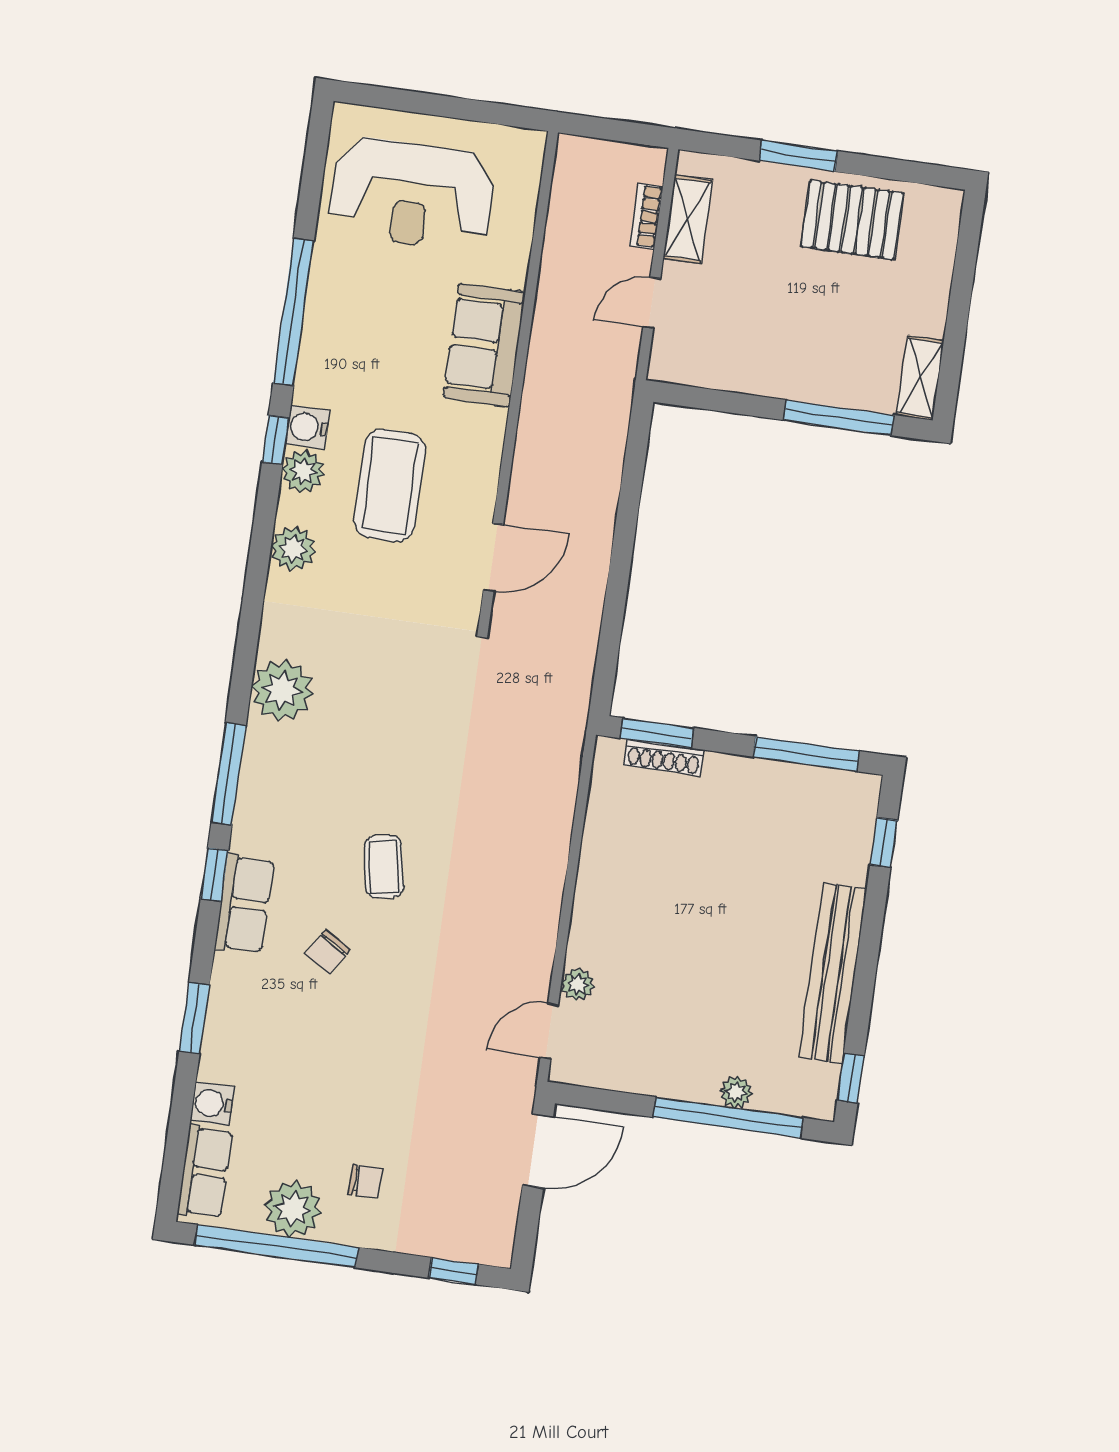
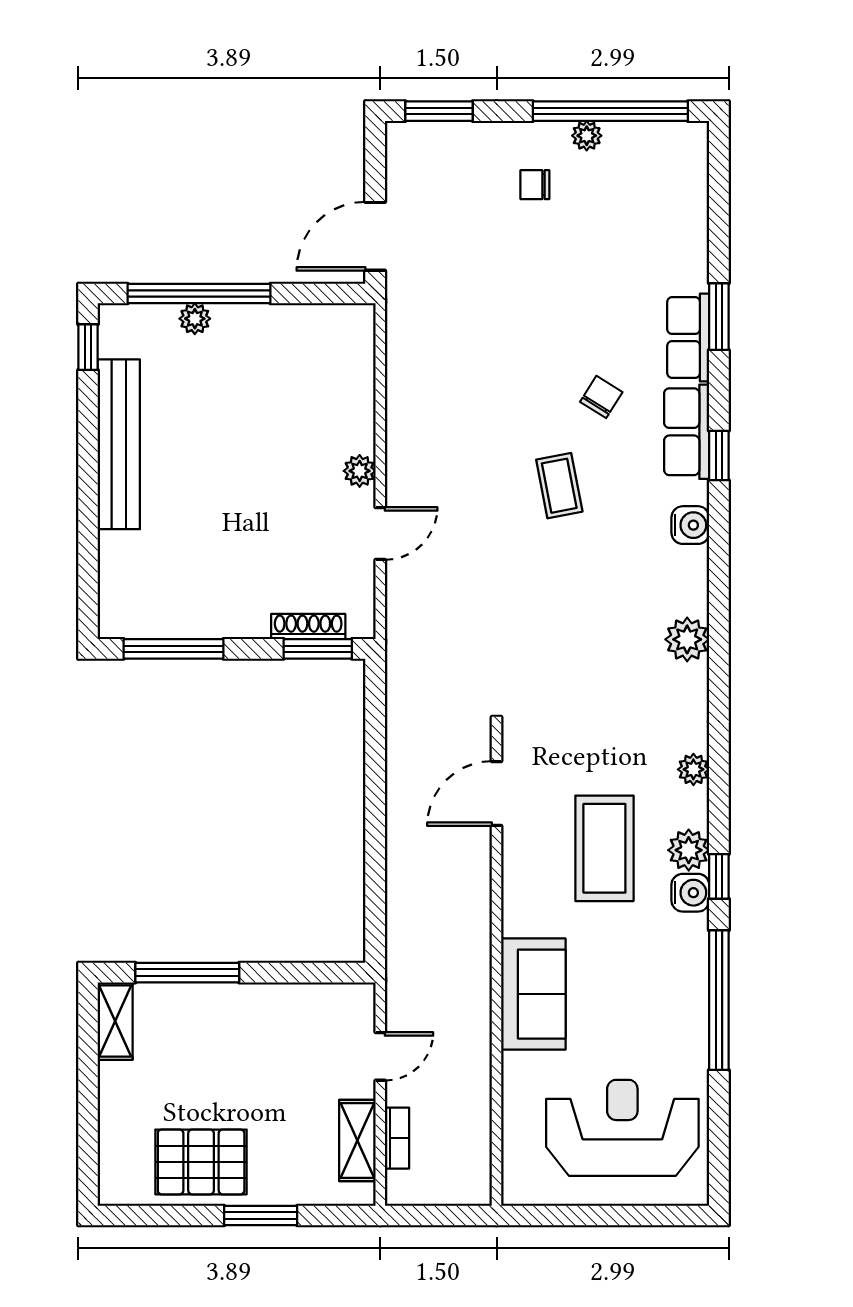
plant: (293, 549) -> (693, 769), width x0.73, depth x0.73
plant: (282, 690) -> (687, 639), width x0.73, depth x0.73
window: (229, 774) -> (719, 553), removed
window: (884, 842) -> (88, 575), removed
plant: (578, 984) -> (360, 471), moved
door: (549, 1031) -> (380, 534), moved
water cooler: (212, 1104) -> (690, 525), moved
row of seats: (205, 1172) -> (688, 337), moved
plant: (293, 1209) -> (587, 136), width x0.53, depth x0.53
window: (454, 1271) -> (439, 111), width x1.50

